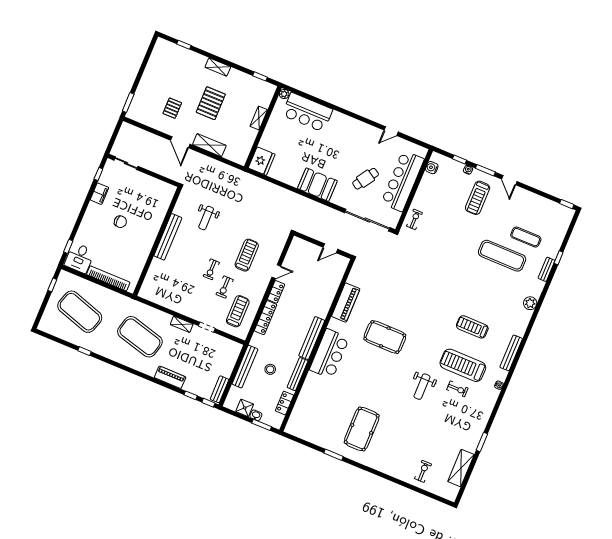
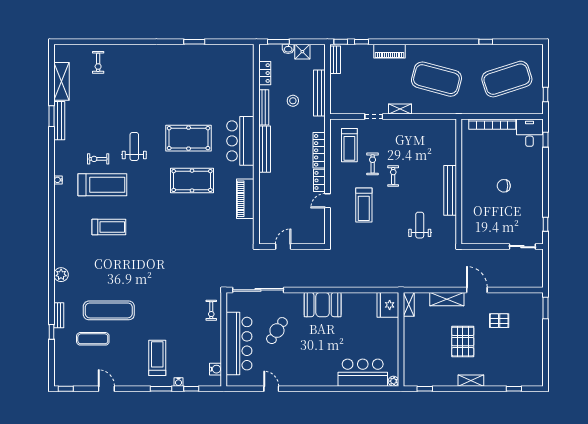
pallet: (172, 108) -> (499, 321), turned 90
shelving: (259, 118) -> (409, 304), moved
door: (391, 131) -> (271, 389), hinge flipped
door: (509, 180) -> (106, 389), moved
filing cabinet: (99, 194) -> (536, 205), removed
exercise mat: (80, 312) -> (507, 79), turned -36
bench: (511, 353) -> (59, 121), moved
pool table: (362, 429) -> (189, 138), moved, turned 90

